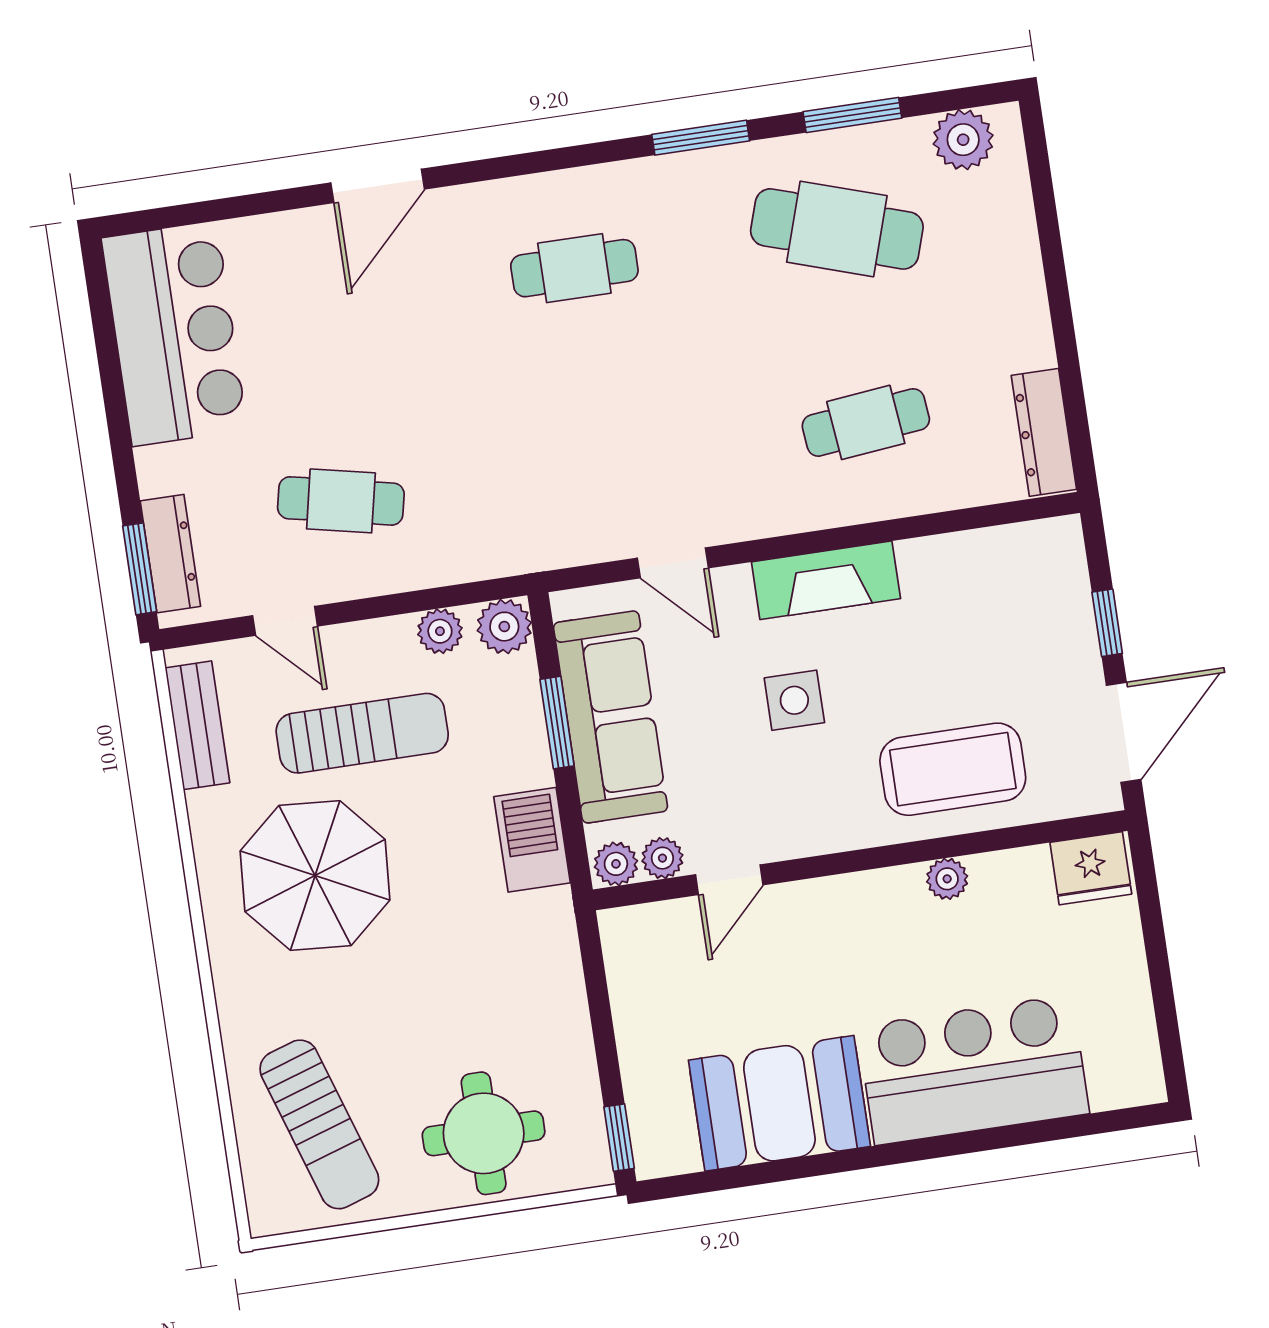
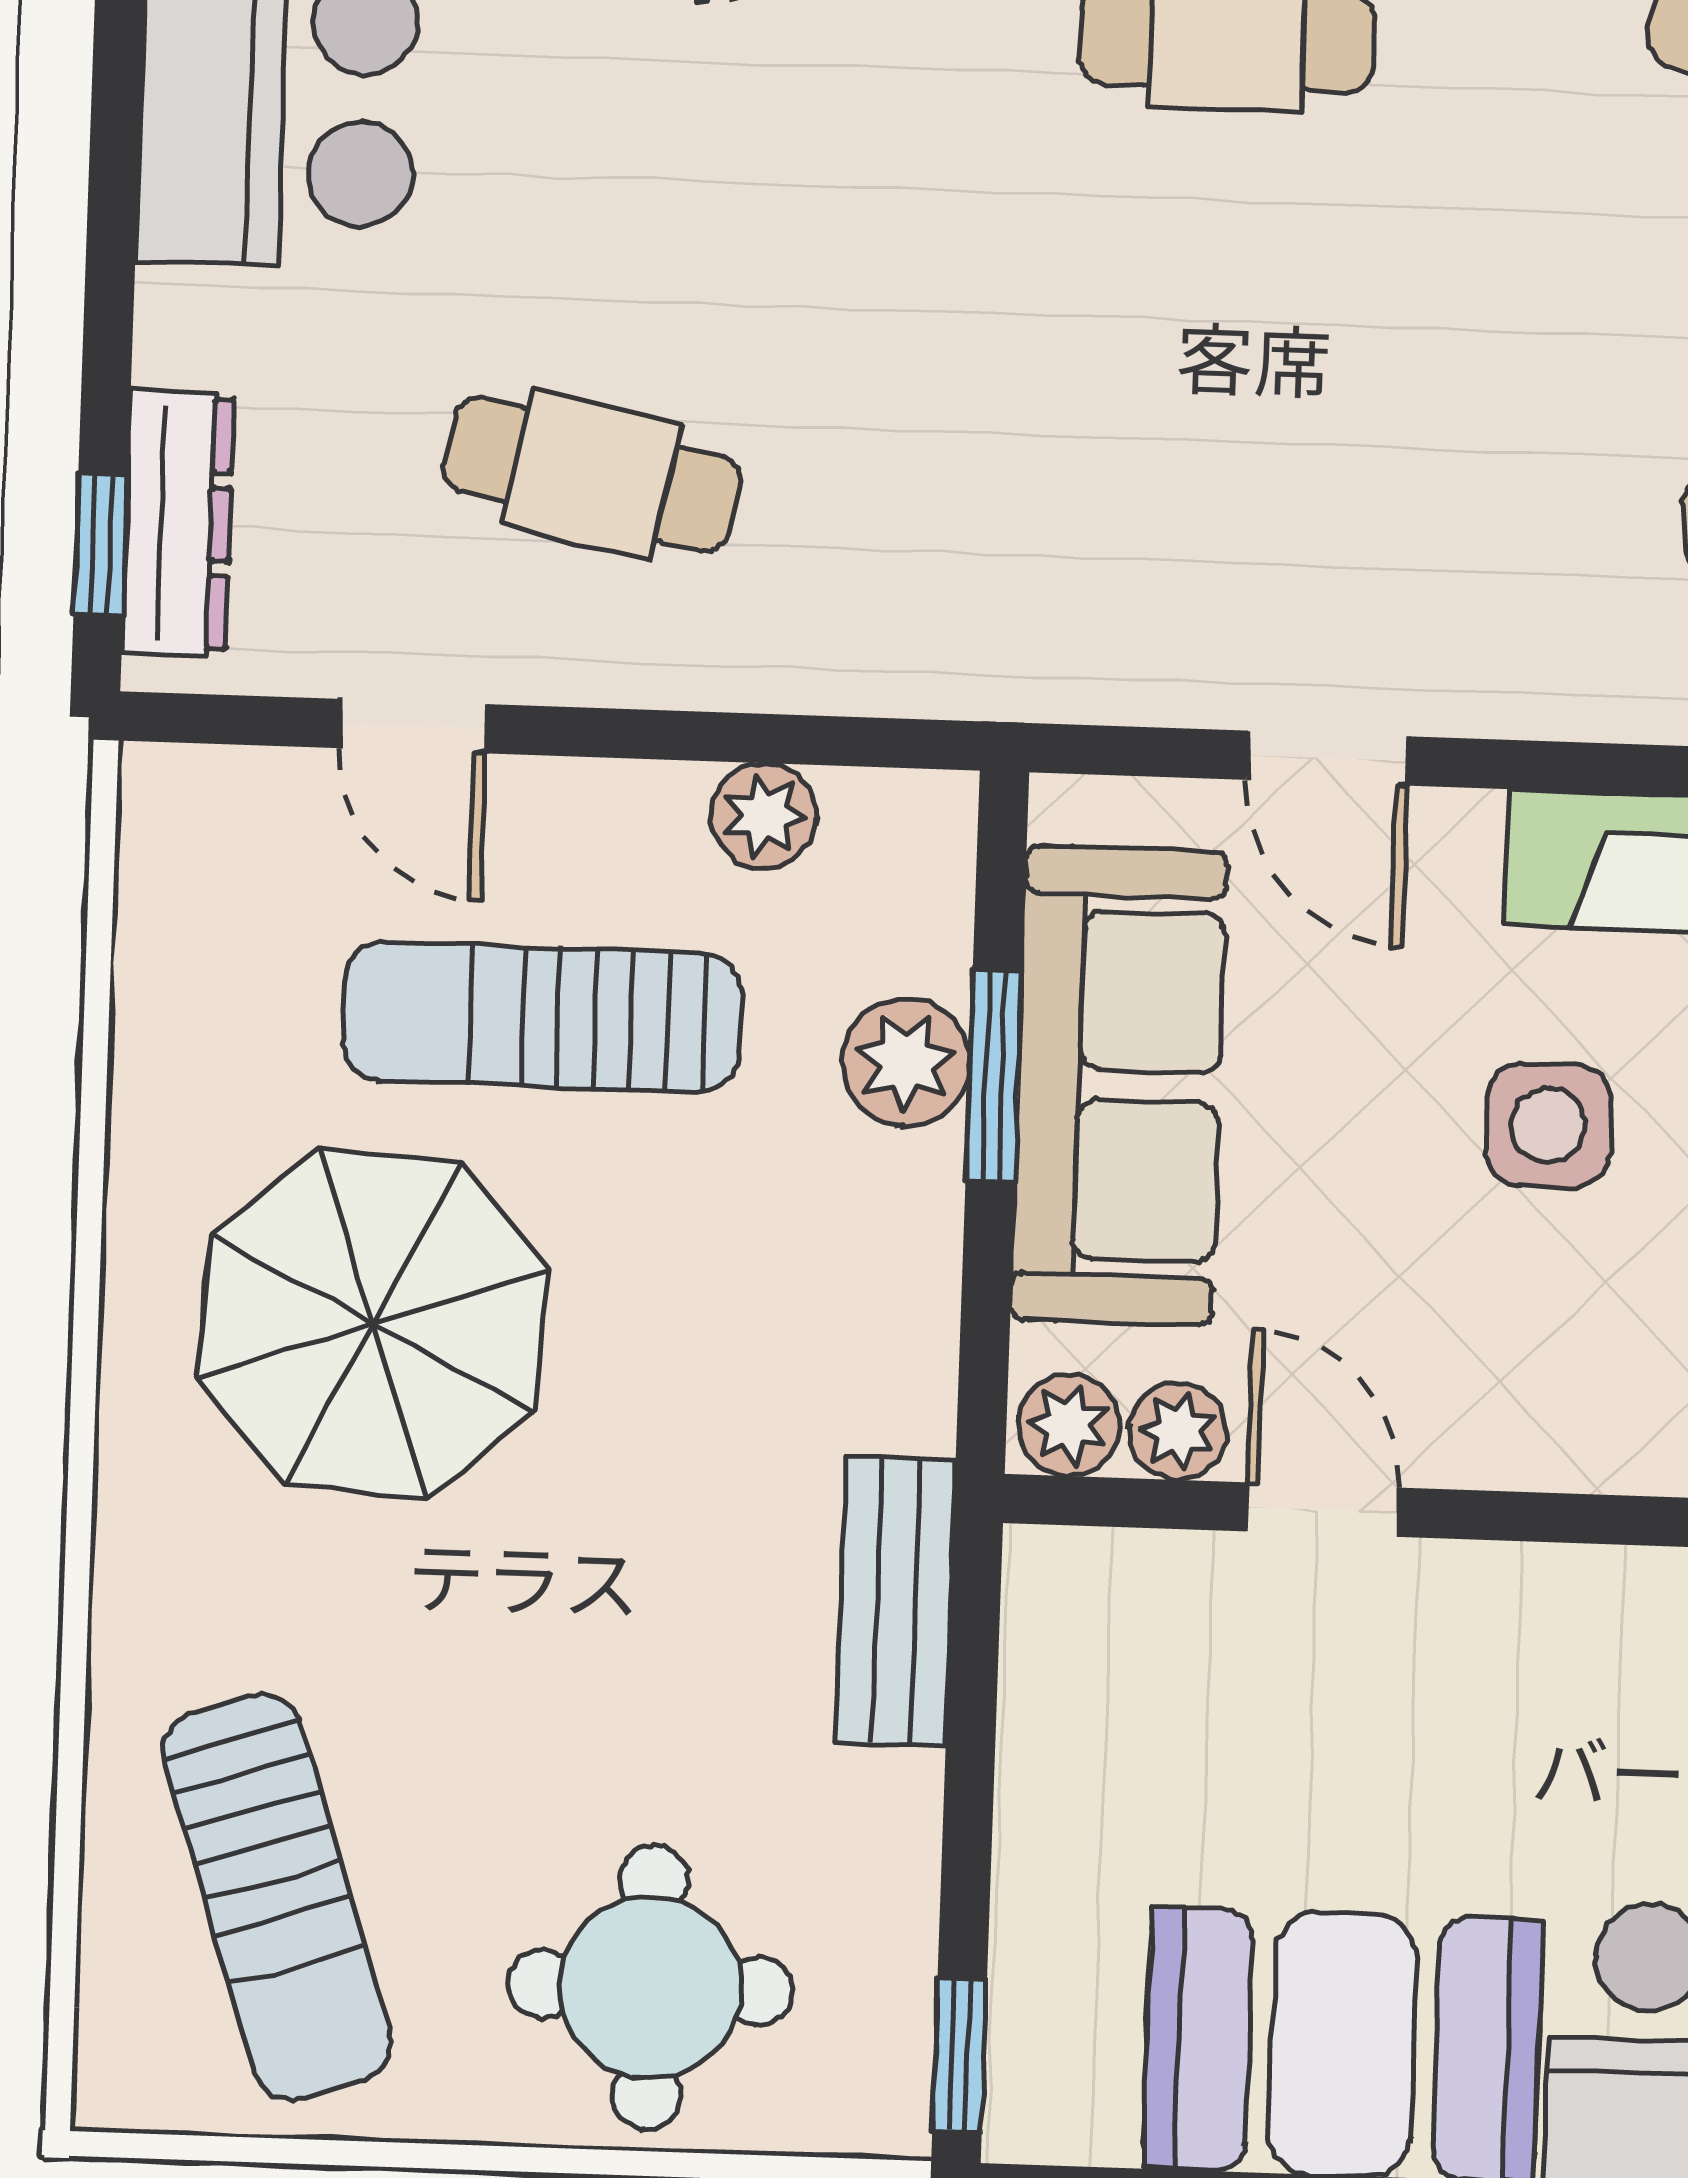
window: (140, 569) -> (101, 545), width x0.67
plant: (504, 627) -> (906, 1062), moved
bench: (197, 725) -> (896, 1601), moved
sun lounger: (362, 733) -> (542, 1017), turned 180
barbecue: (532, 840) -> (887, 1334), removed
door: (729, 880) -> (1322, 1510), swing flipped

